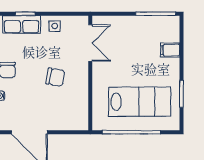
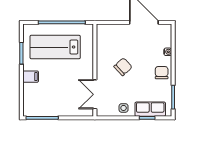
filing cabinet: (170, 50) -> (31, 77), moved
chair: (55, 77) -> (123, 67), turned 127

